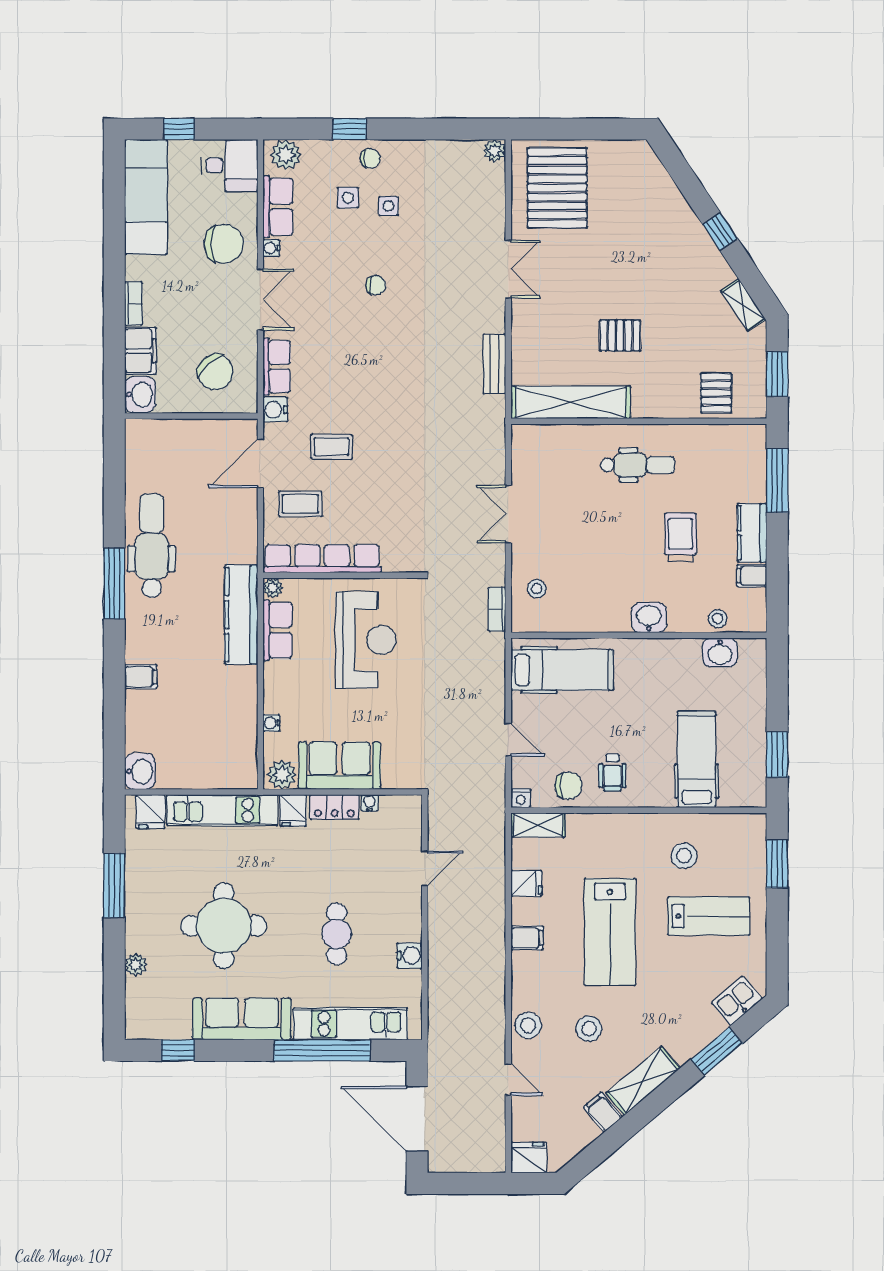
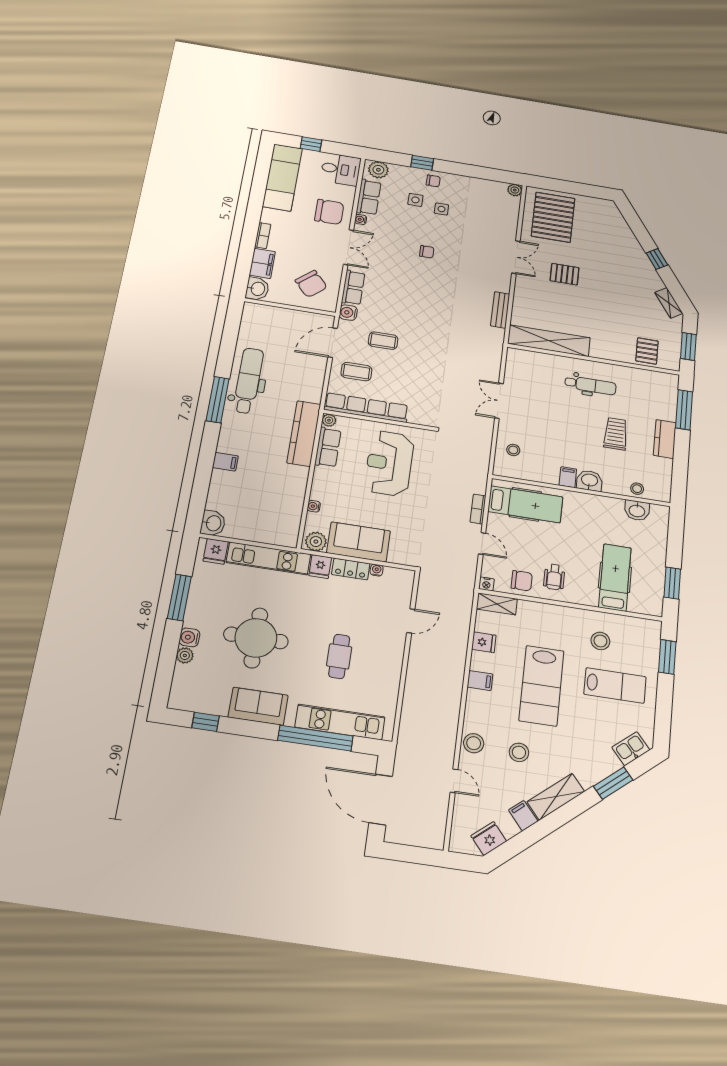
pallet: (620, 335) -> (565, 274), moved
filing cabinet: (752, 576) -> (568, 477), moved, turned 90
bookcase: (497, 609) -> (478, 509), moved
reception desk: (366, 640) -> (389, 463), turned 180
water cooler: (410, 956) -> (189, 637), moved, turned 180
sofa: (242, 1019) -> (258, 706), width x0.73
fridge: (529, 1158) -> (489, 838), moved, turned -40

